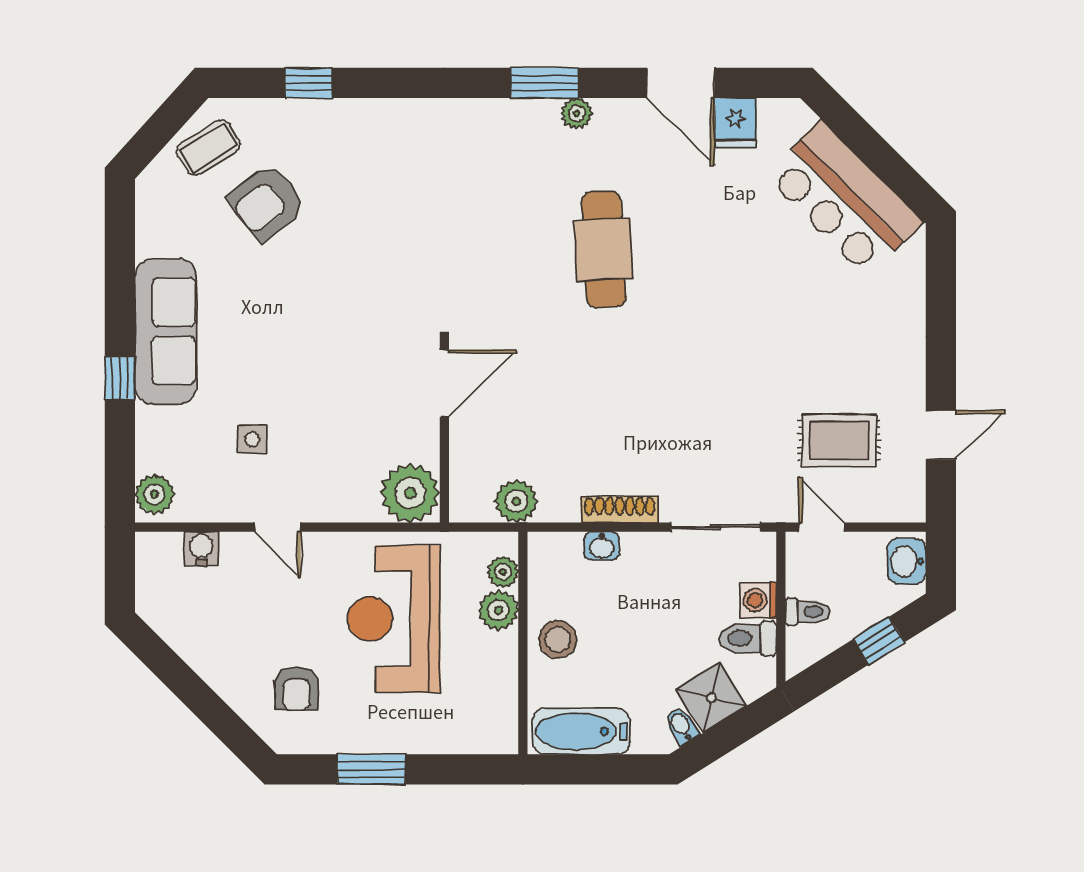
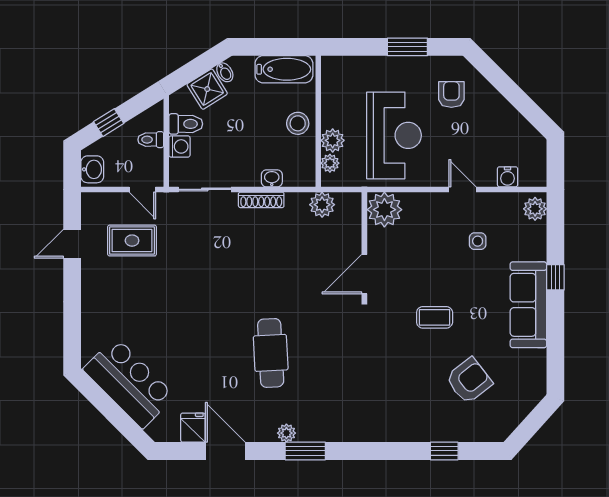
coffee table: (208, 148) -> (435, 317), moved, turned 32

